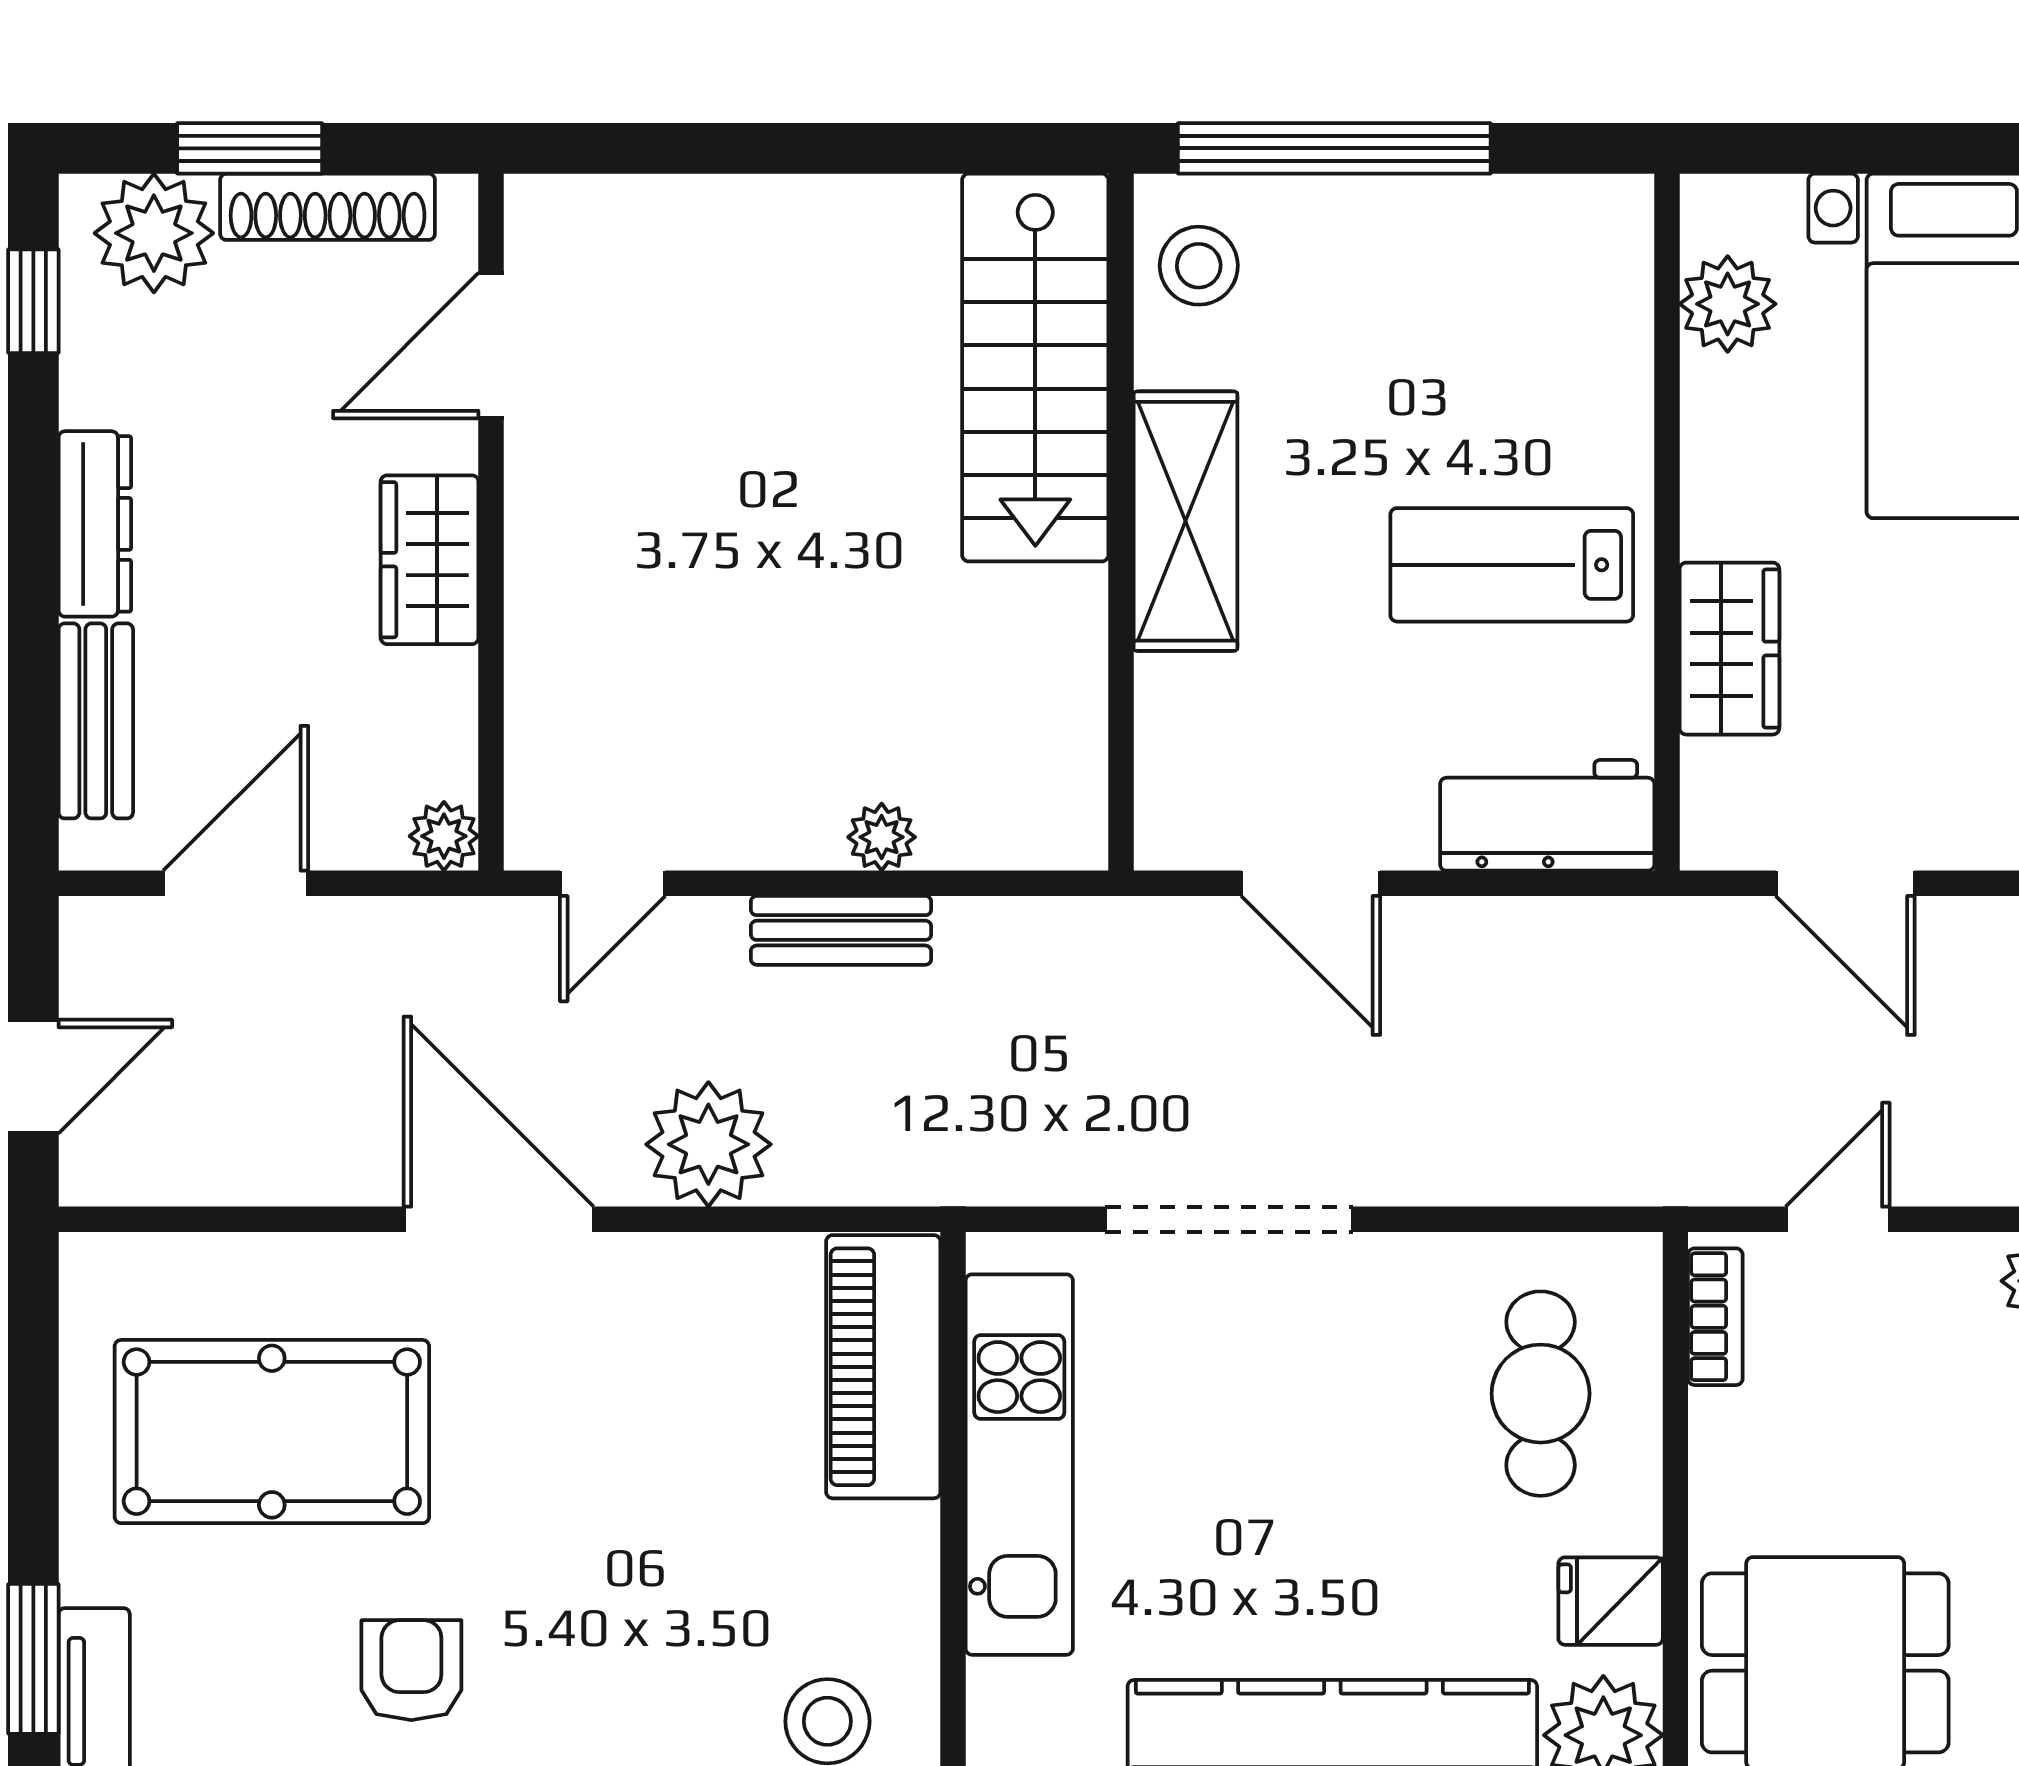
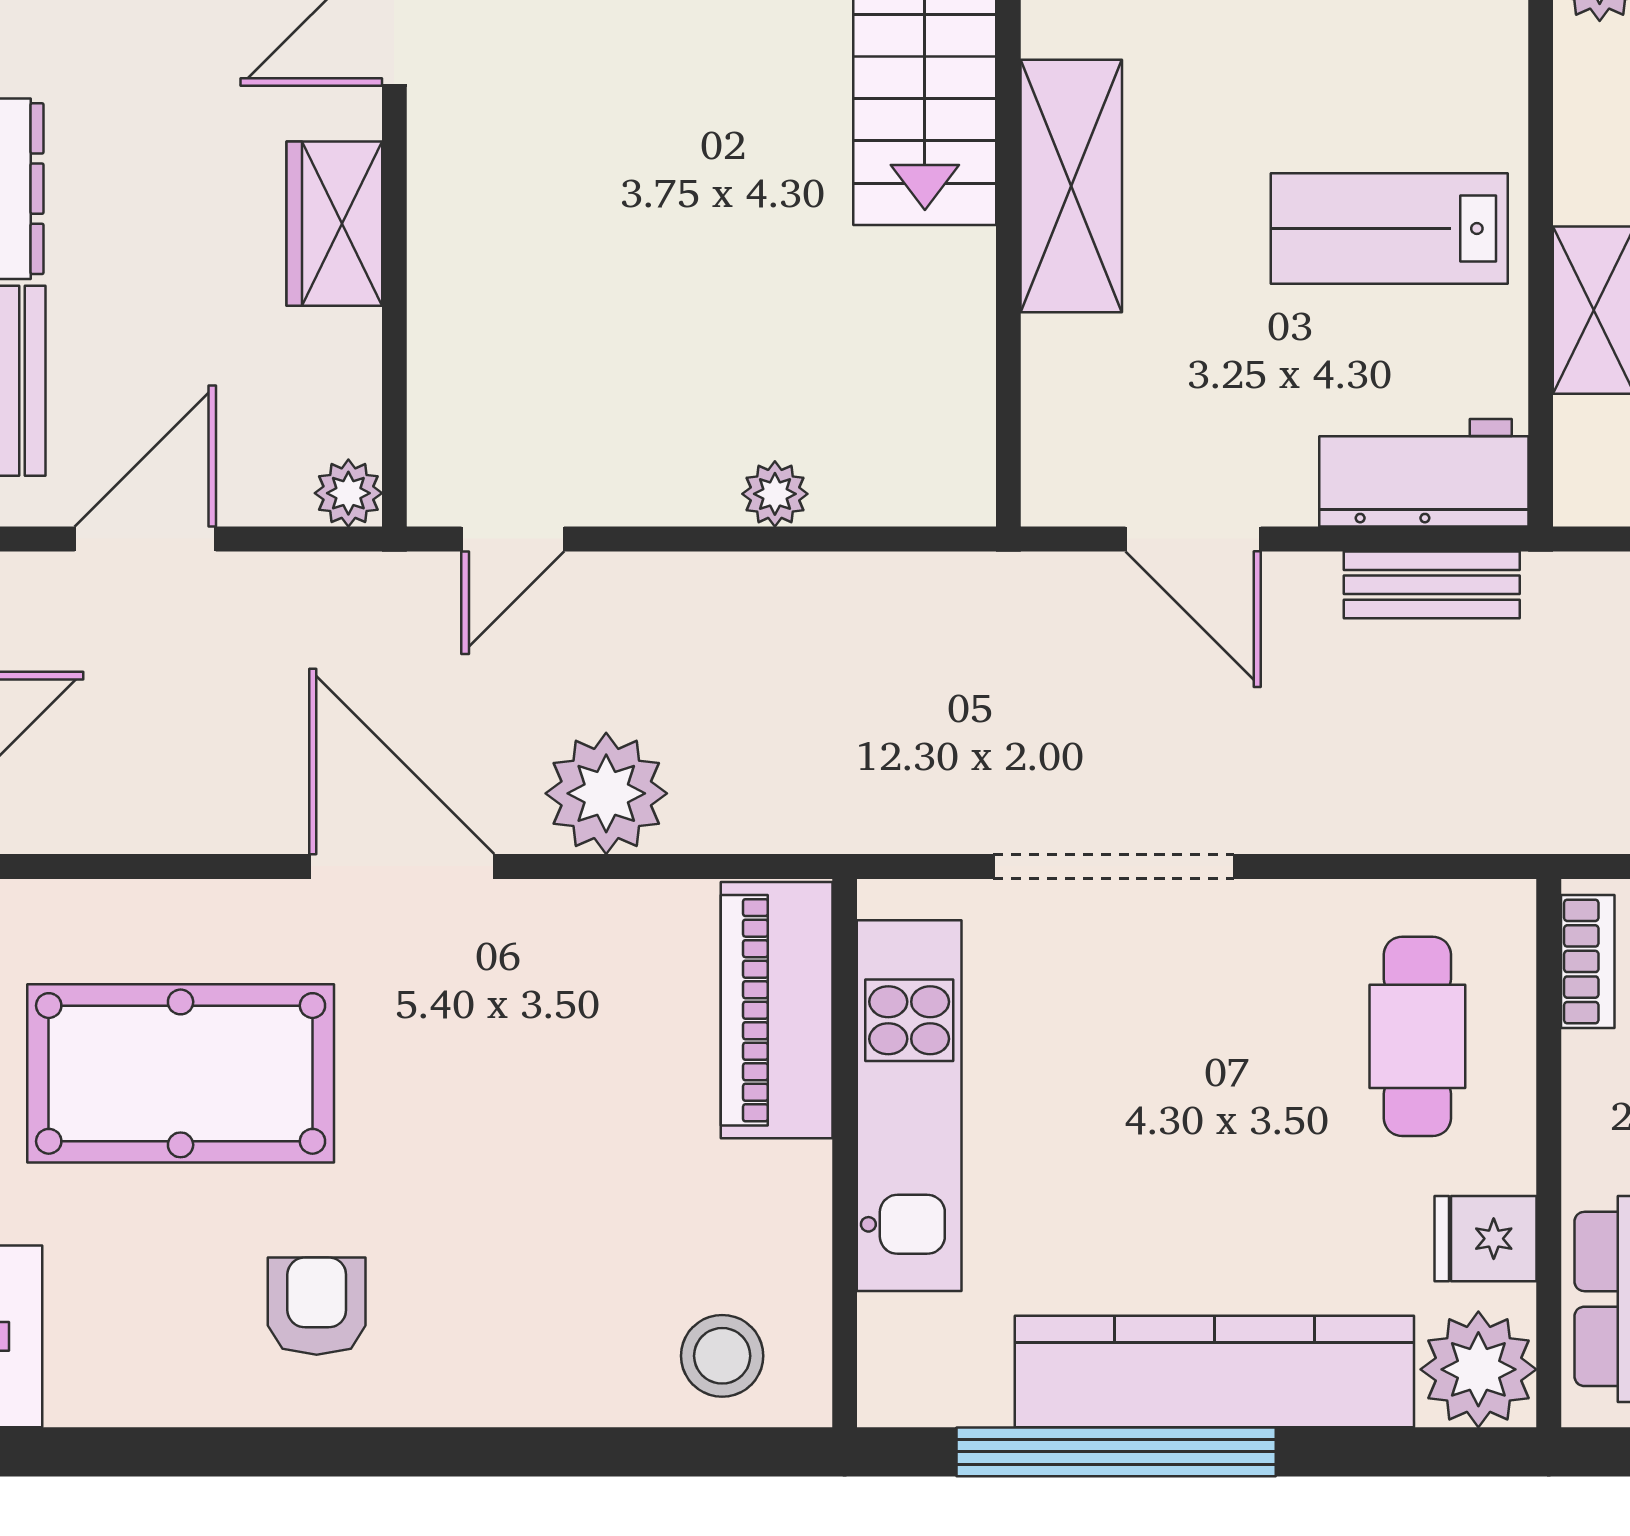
bench: (841, 930) -> (1432, 585), moved

